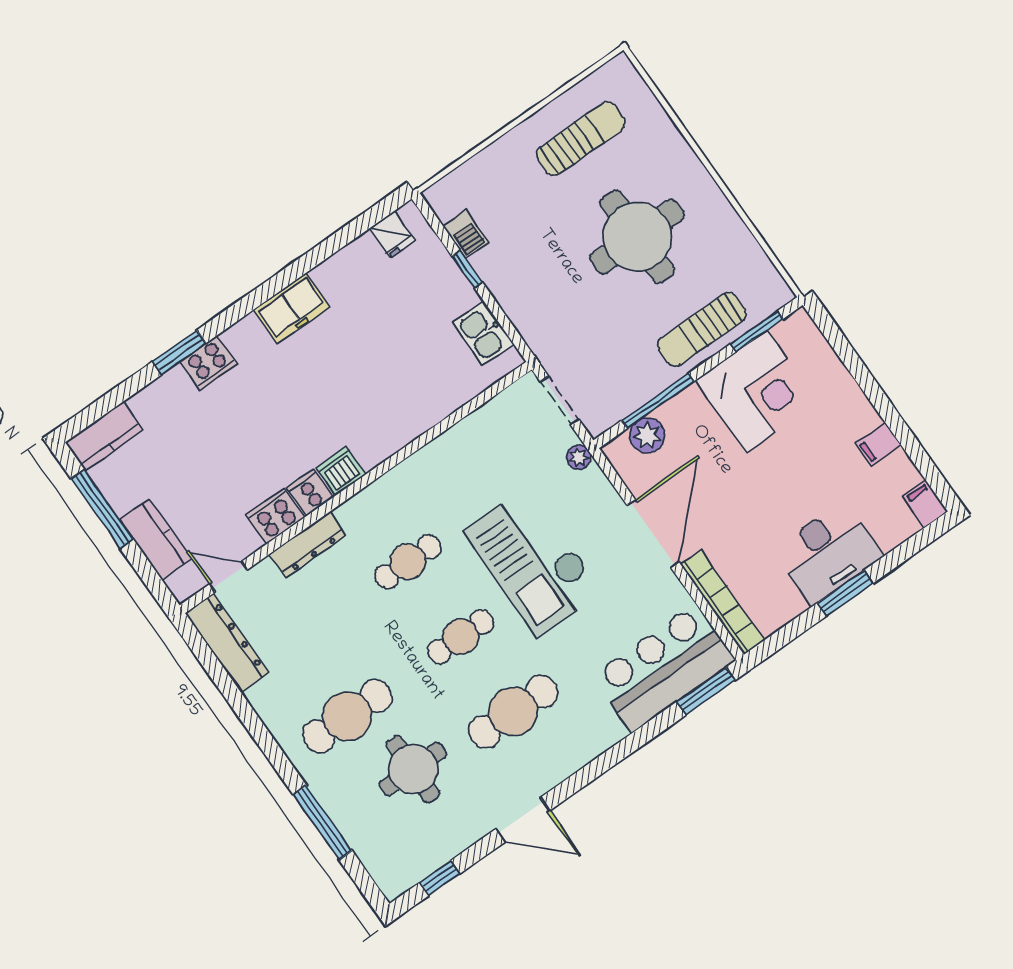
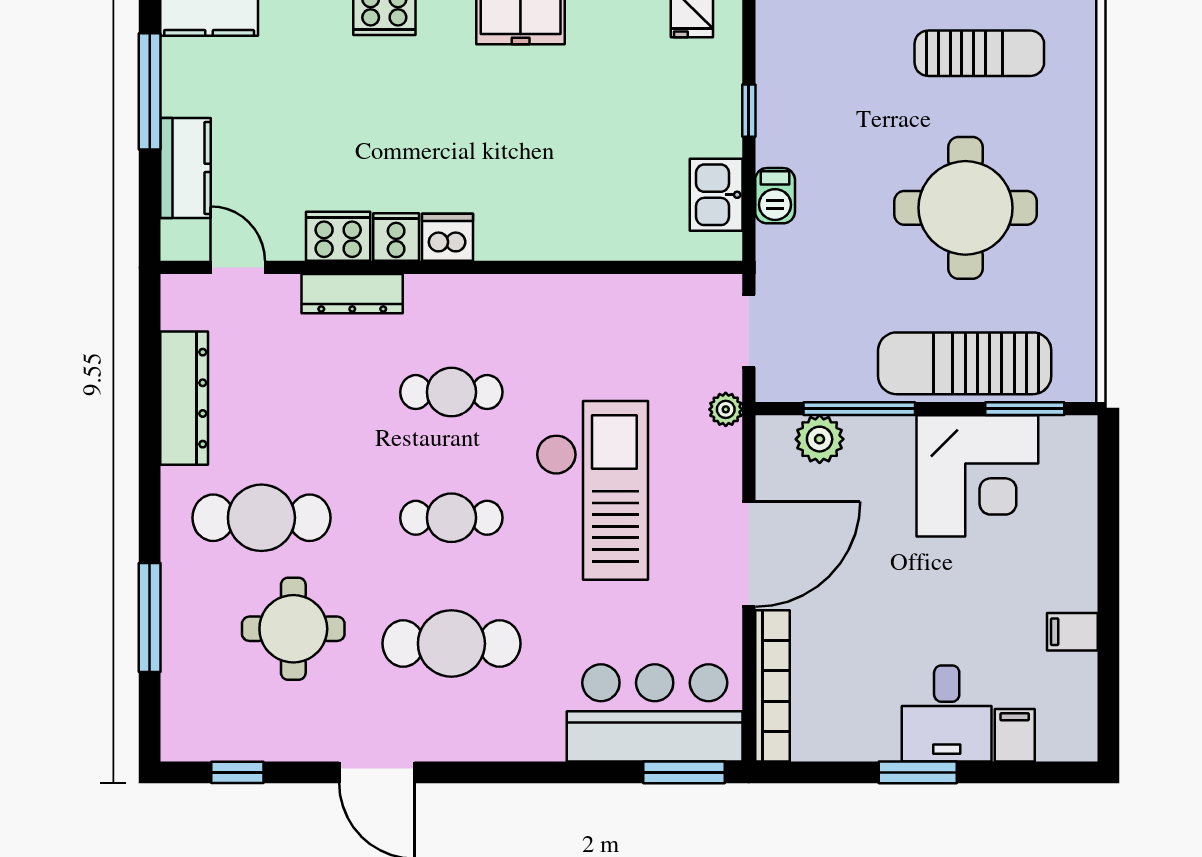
barbecue: (466, 234) -> (775, 196), moved
sun lounger: (702, 330) -> (965, 363), width x1.36, depth x1.34
filing cabinet: (925, 504) -> (1015, 735), moved
desk: (828, 553) -> (947, 714), width x0.73
checkout: (533, 561) -> (592, 490), turned 180
dresser: (227, 643) -> (184, 398), moved

